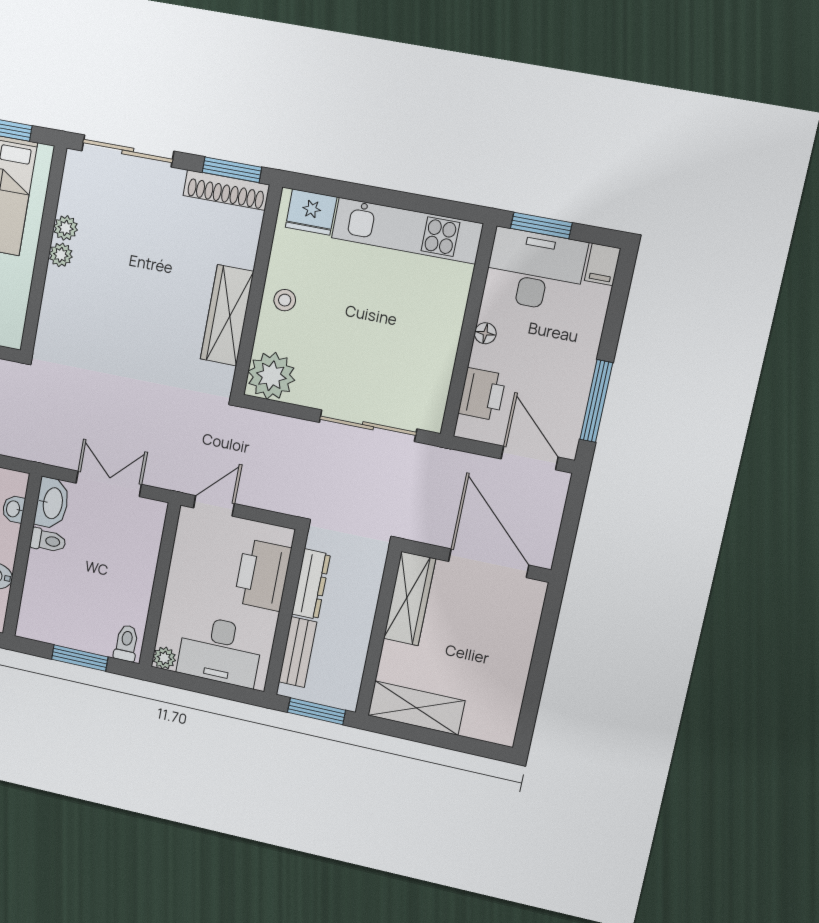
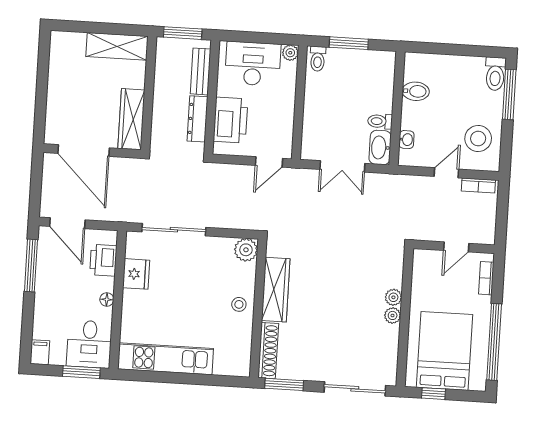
shoe rack: (226, 190) -> (268, 351), moved, turned 90
fridge: (311, 212) -> (136, 274), moved, turned 90
plant: (66, 228) -> (393, 297), moved
desk: (535, 270) -> (89, 344), width x0.73
plant: (271, 376) -> (246, 250), width x0.73, depth x0.73

